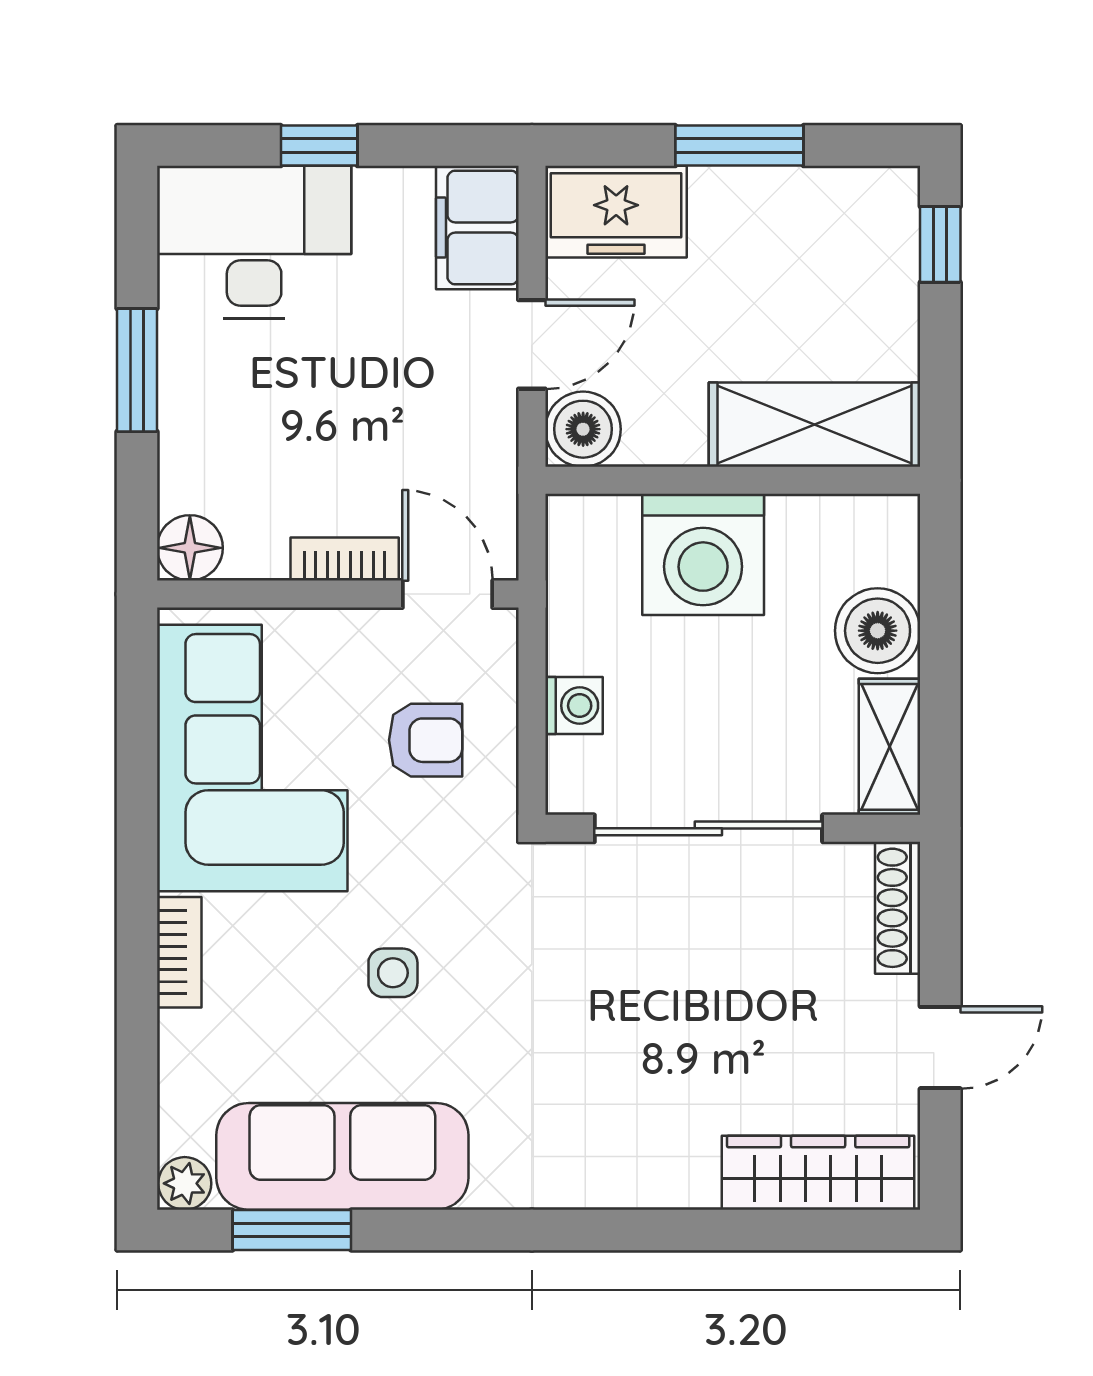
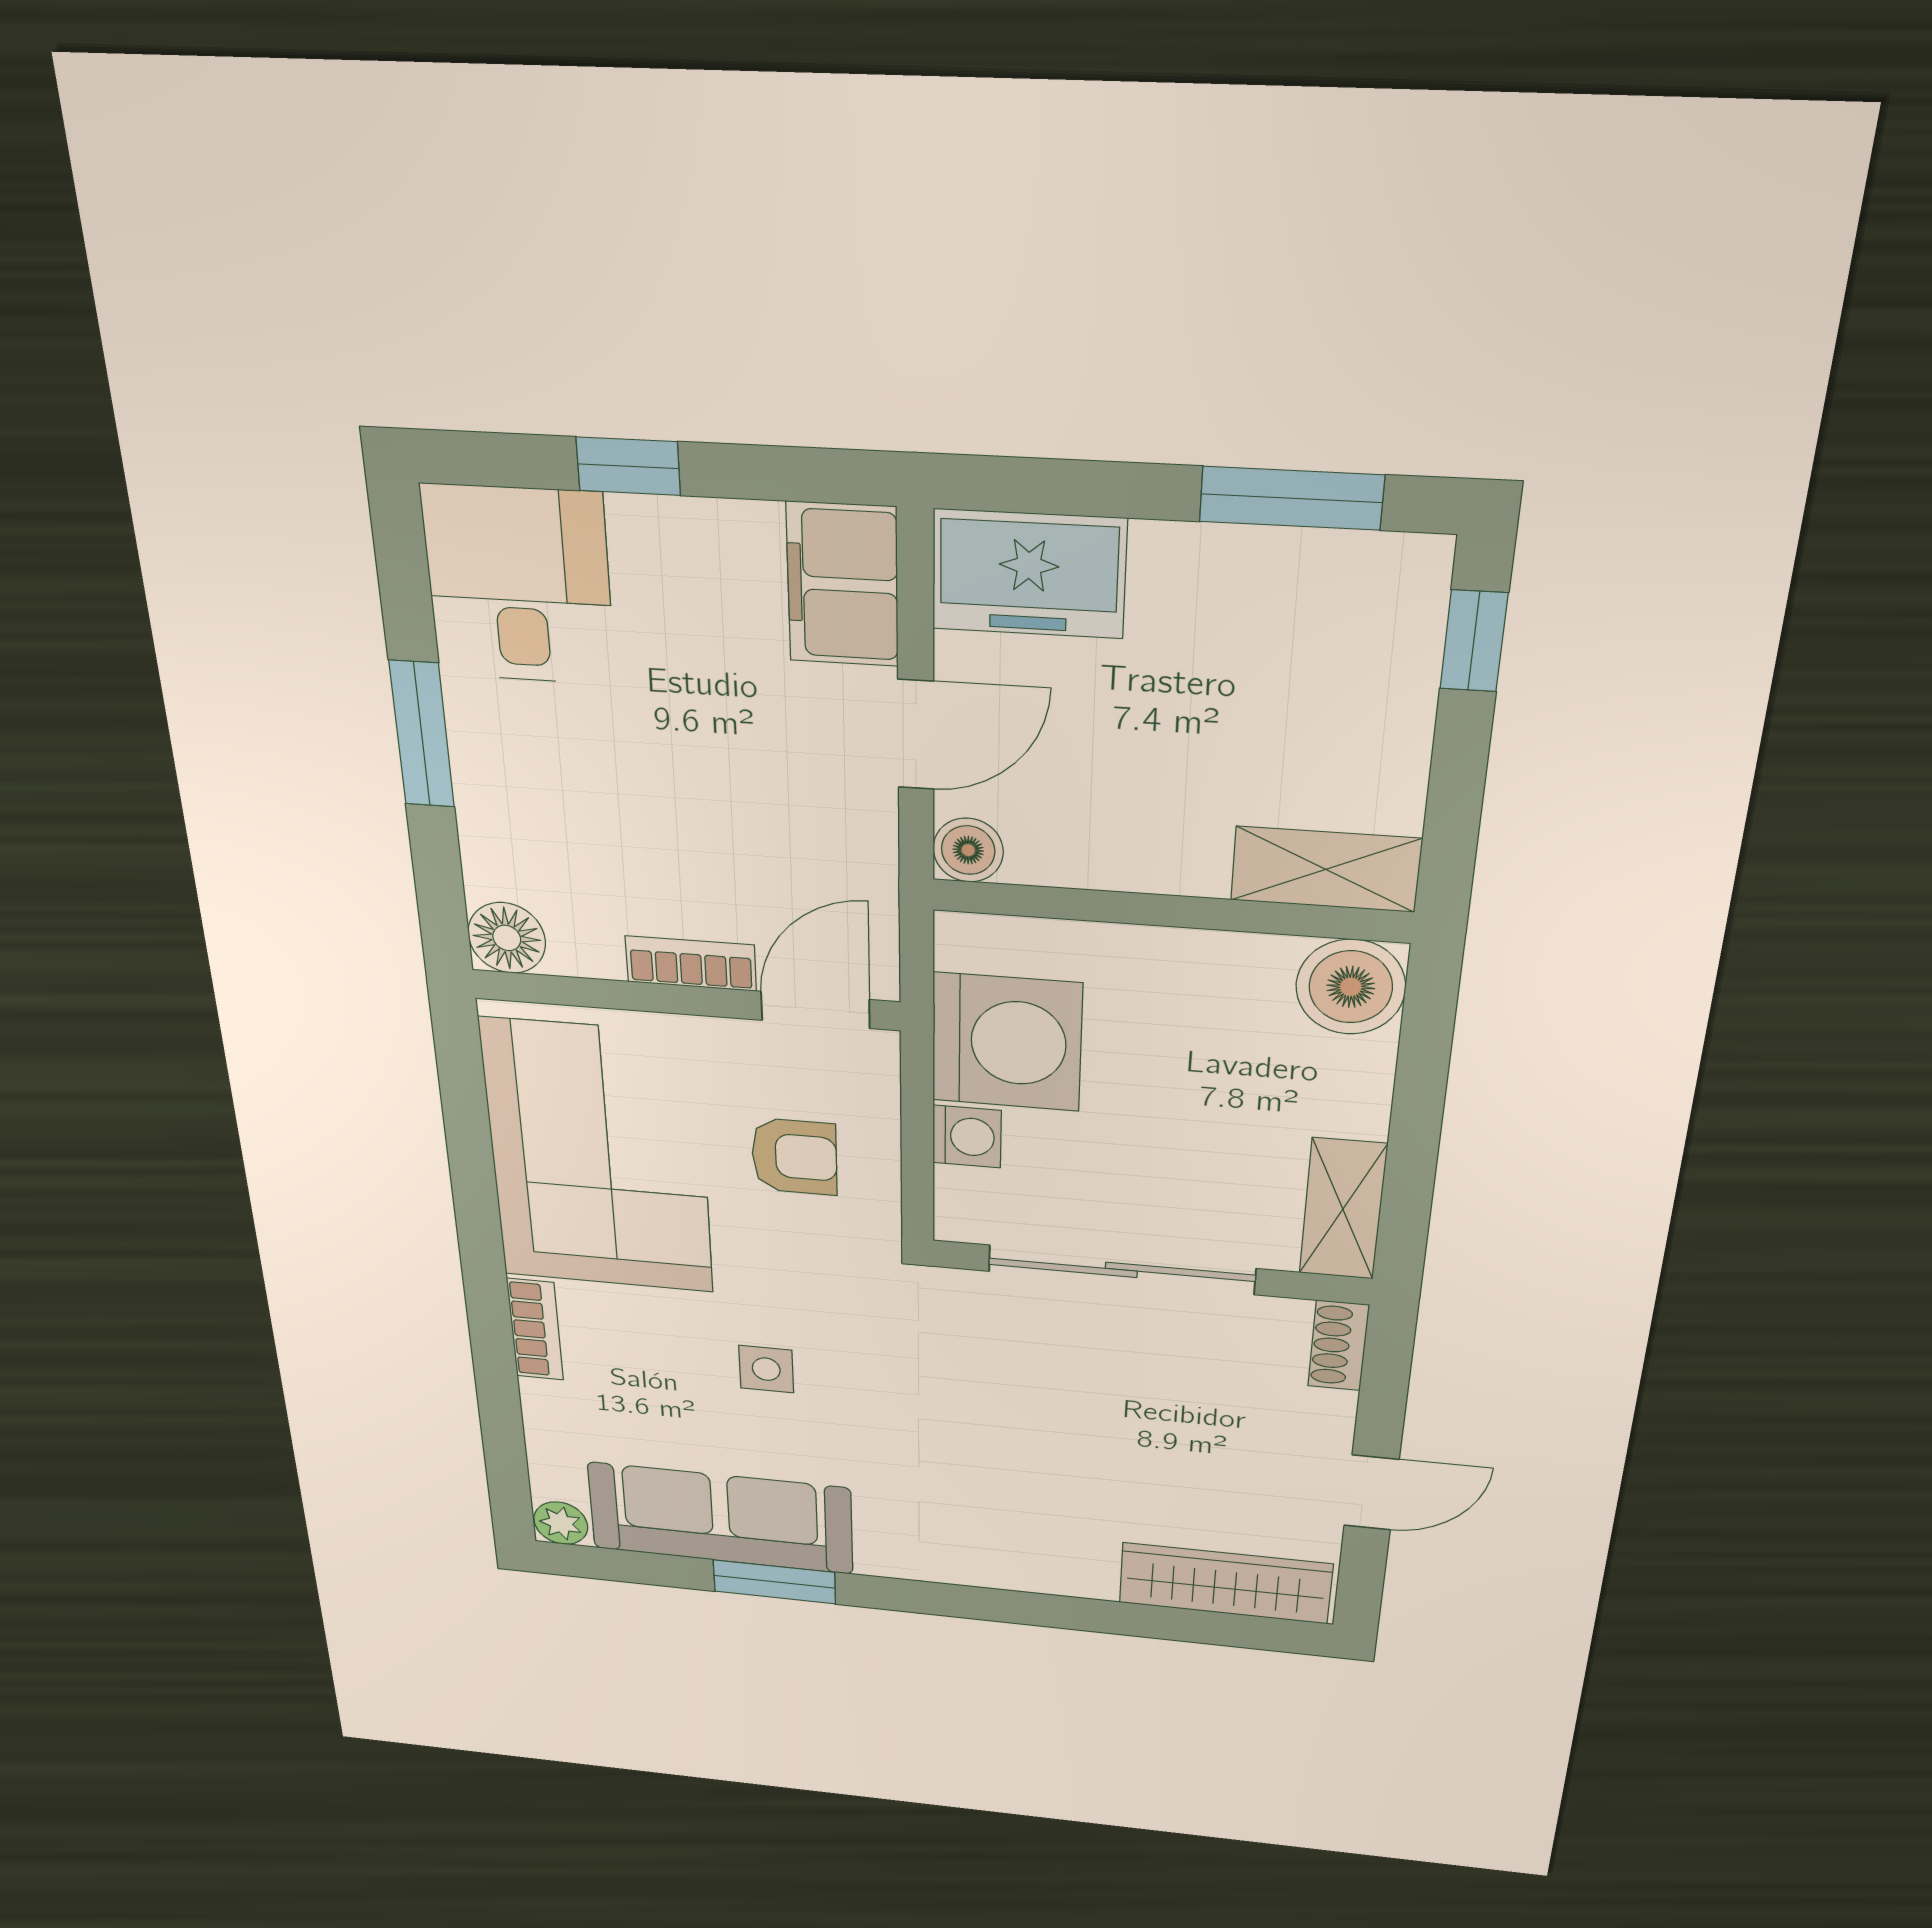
window: (739, 146) -> (1291, 498), moved
desk: (254, 242) -> (519, 585), width x0.73
shelving: (815, 425) -> (1326, 869), width x0.67, depth x0.75
boiler: (583, 429) -> (968, 850), width x0.73, depth x0.73
washing machine: (703, 554) -> (1007, 1042), moved, turned -90
door: (448, 594) -> (815, 1010), hinge flipped
boiler: (878, 631) -> (1351, 987), moved
shoe rack: (898, 908) -> (1338, 1346), width x0.70
window: (292, 1230) -> (774, 1582), moved

